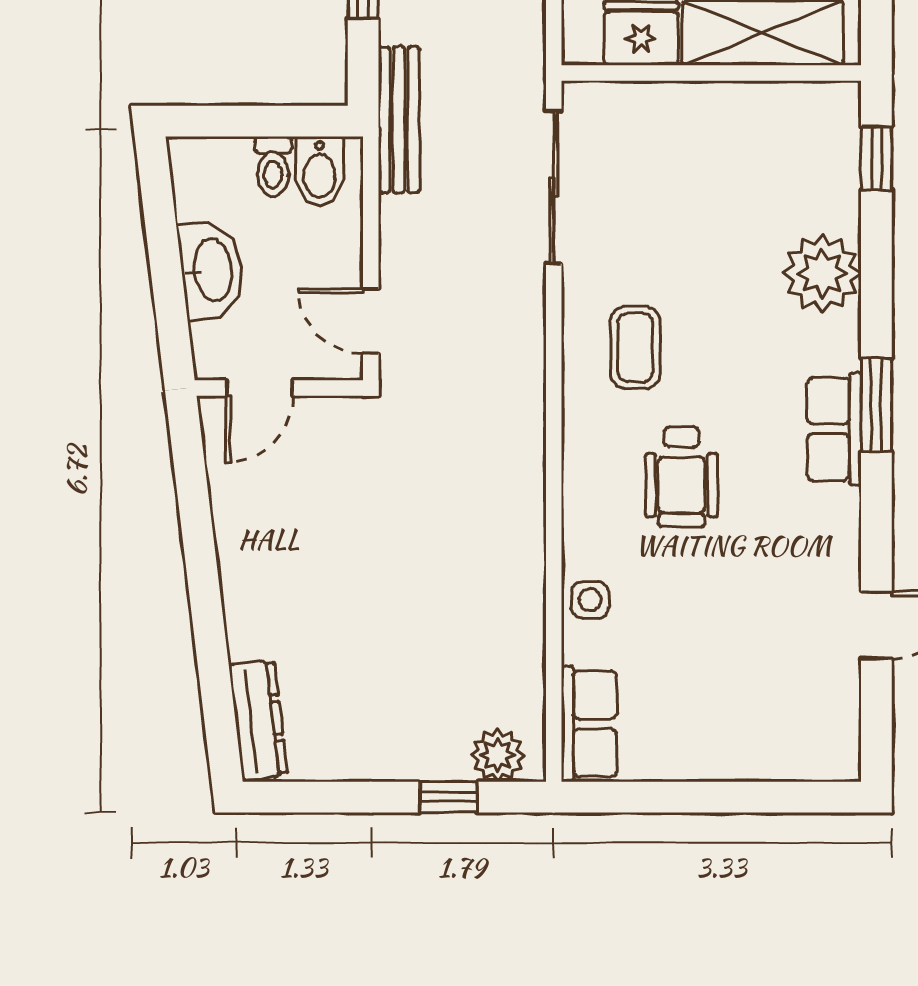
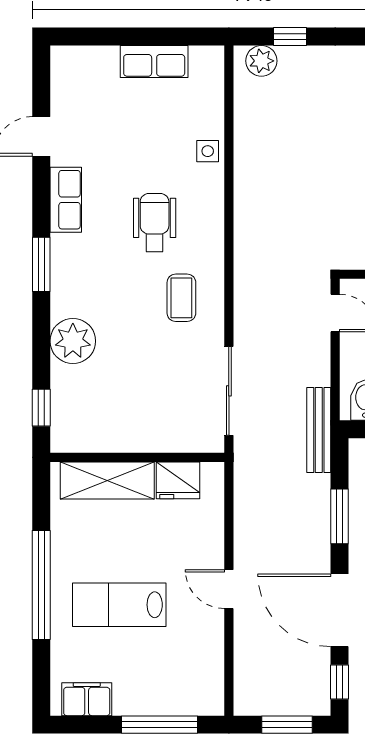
row of seats: (834, 429) -> (66, 200), moved
row of seats: (589, 724) -> (154, 61), moved, turned -90

